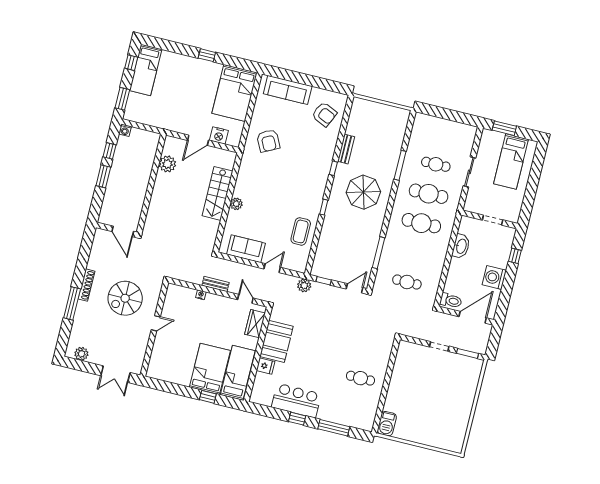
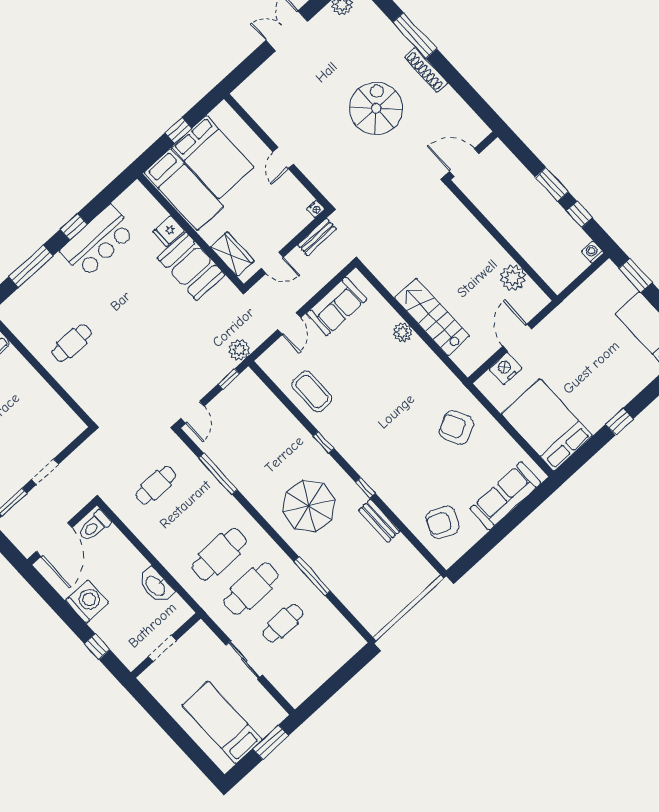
door: (156, 323) -> (283, 158), moved
wall: (154, 329) -> (277, 151), moved

